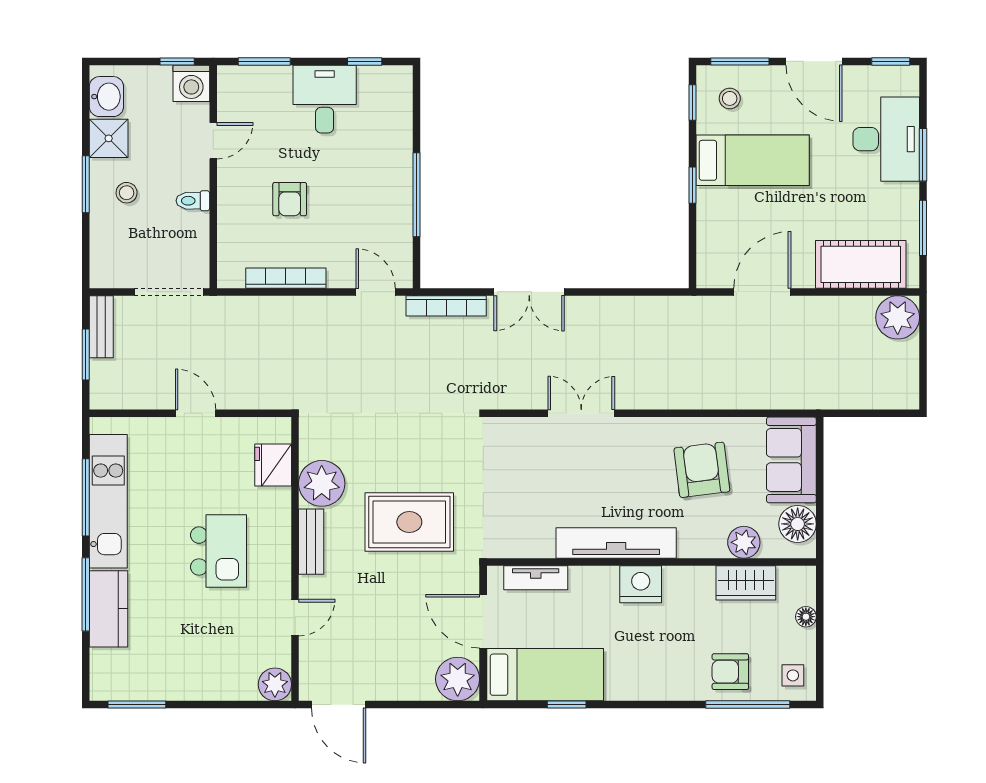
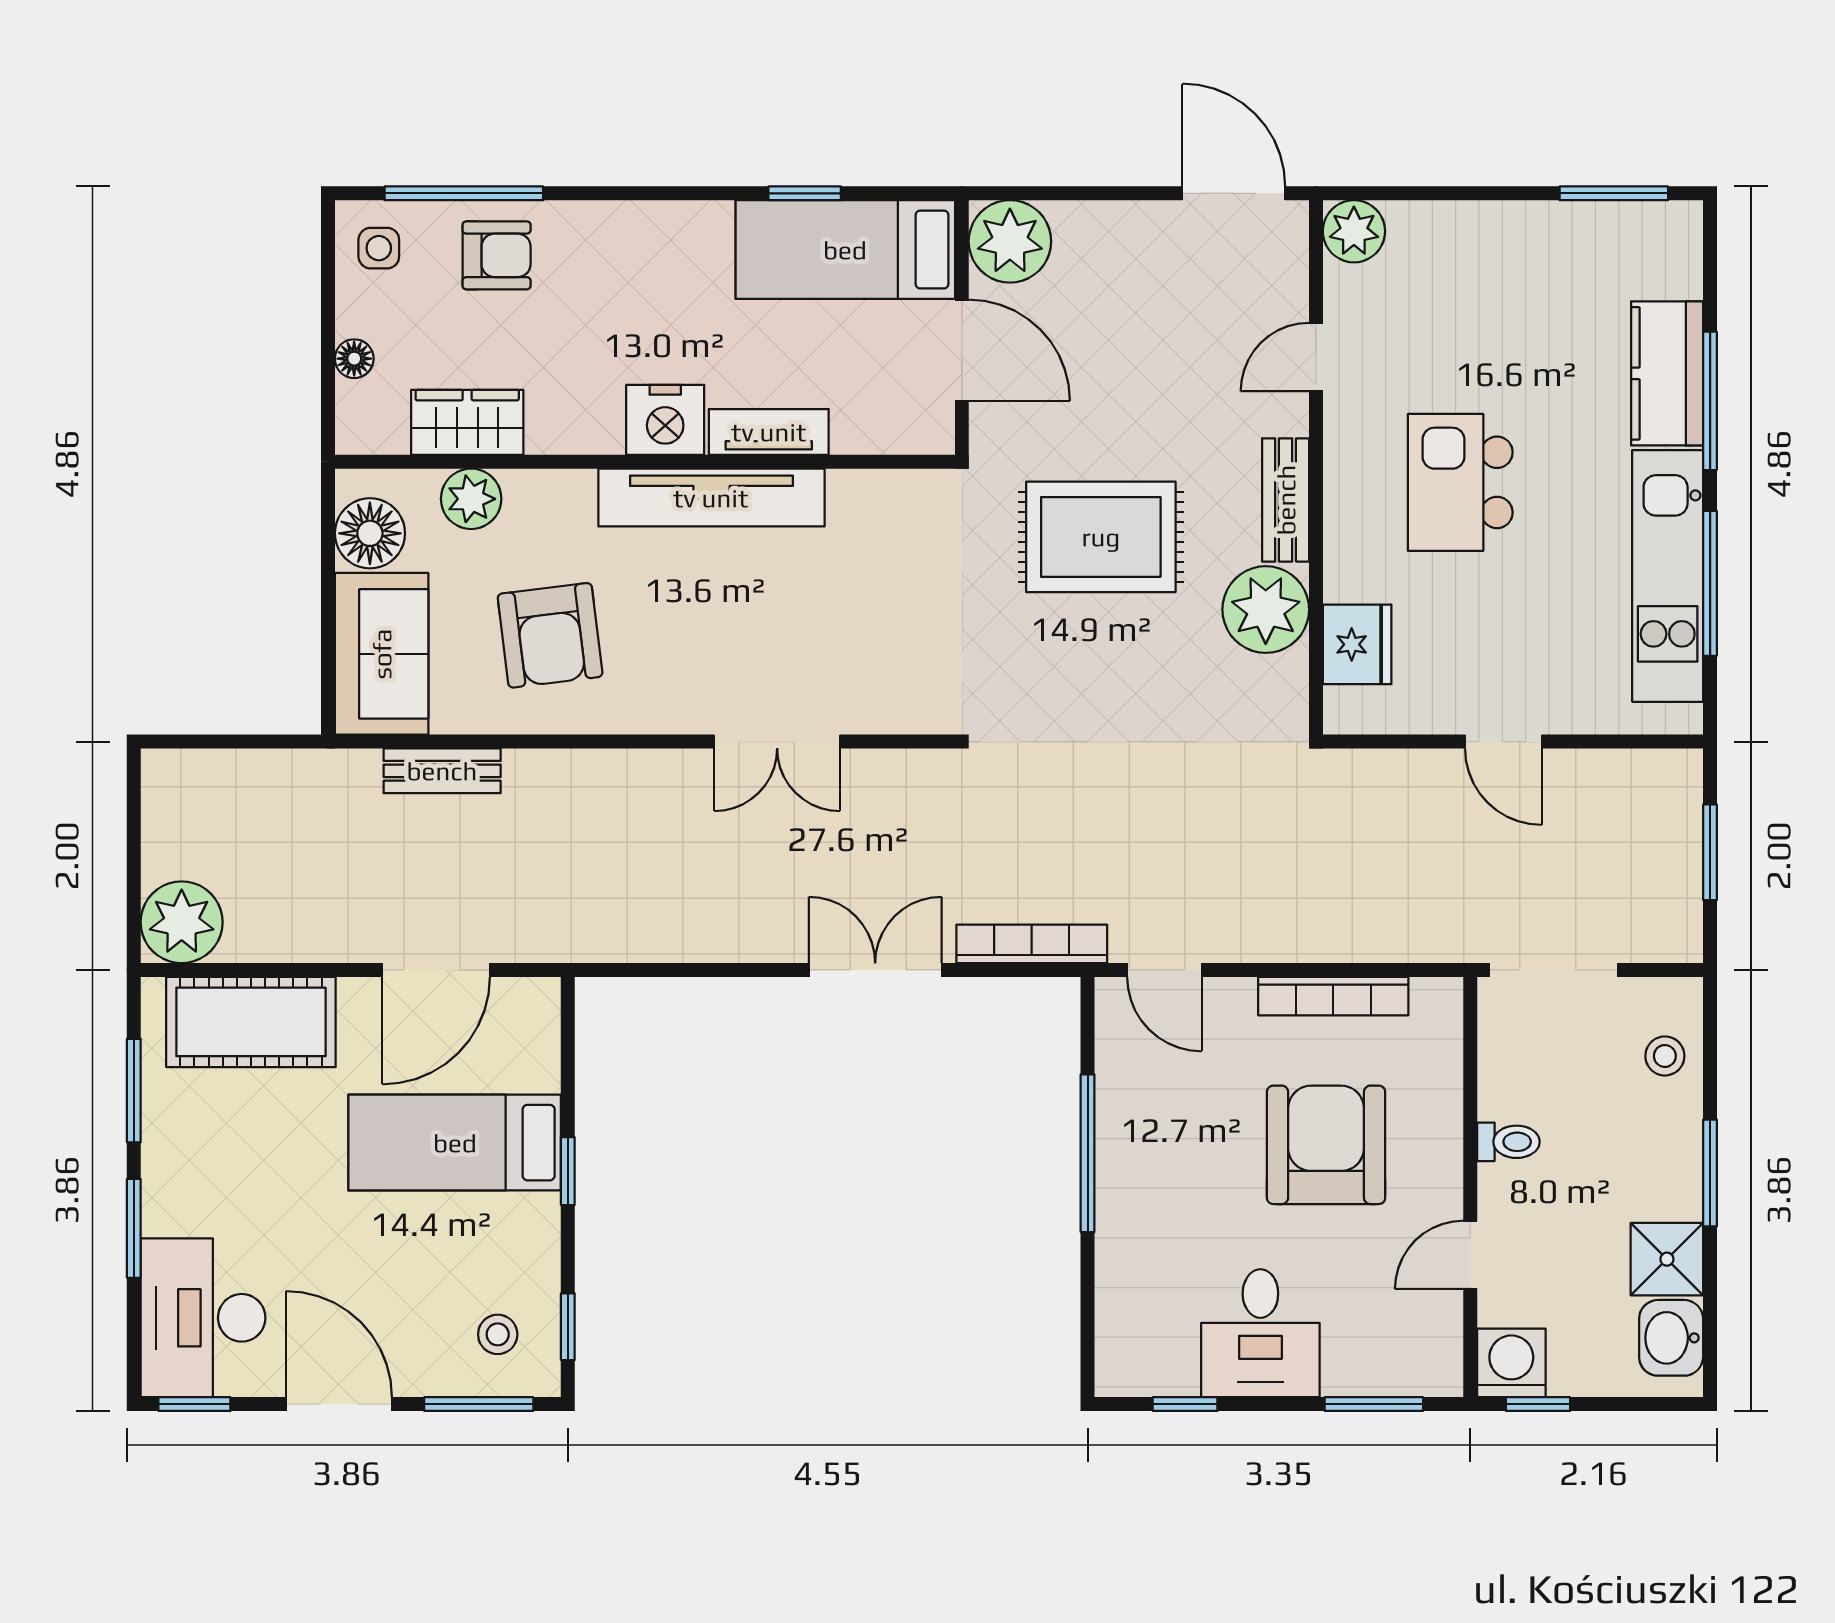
desk: (886, 139) -> (203, 1318), moved
bed: (753, 160) -> (455, 1143), moved
stool: (127, 193) -> (1665, 1056), moved
armchair: (290, 199) -> (1326, 1145), width x1.88, depth x1.88
bench: (101, 327) -> (442, 771), moved, turned 90
tv unit: (536, 578) -> (769, 432), moved

